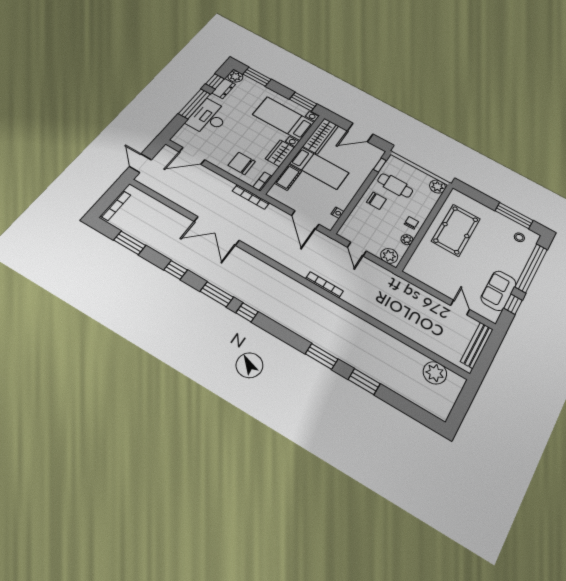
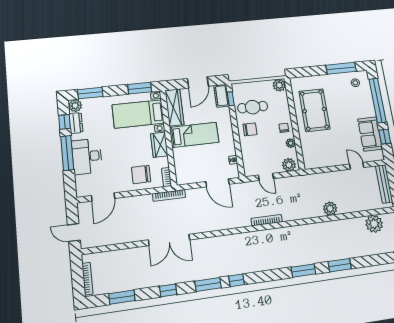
cot: (288, 177) -> (222, 96), moved
plant: (399, 324) -> (330, 209), added

